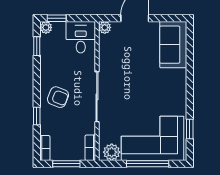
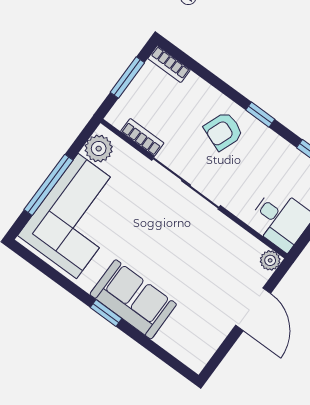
sofa: (173, 45) -> (133, 299), moved
window: (37, 116) -> (260, 115), moved
window: (190, 129) -> (106, 313), moved
bookcase: (90, 148) -> (142, 137), moved

